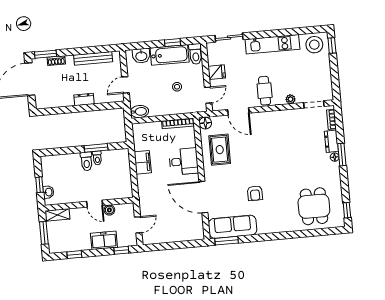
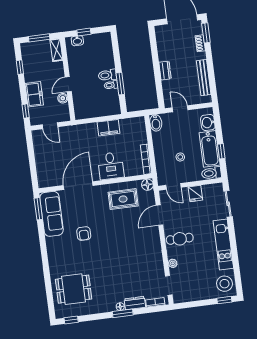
armchair: (255, 193) -> (84, 234), turned -90

